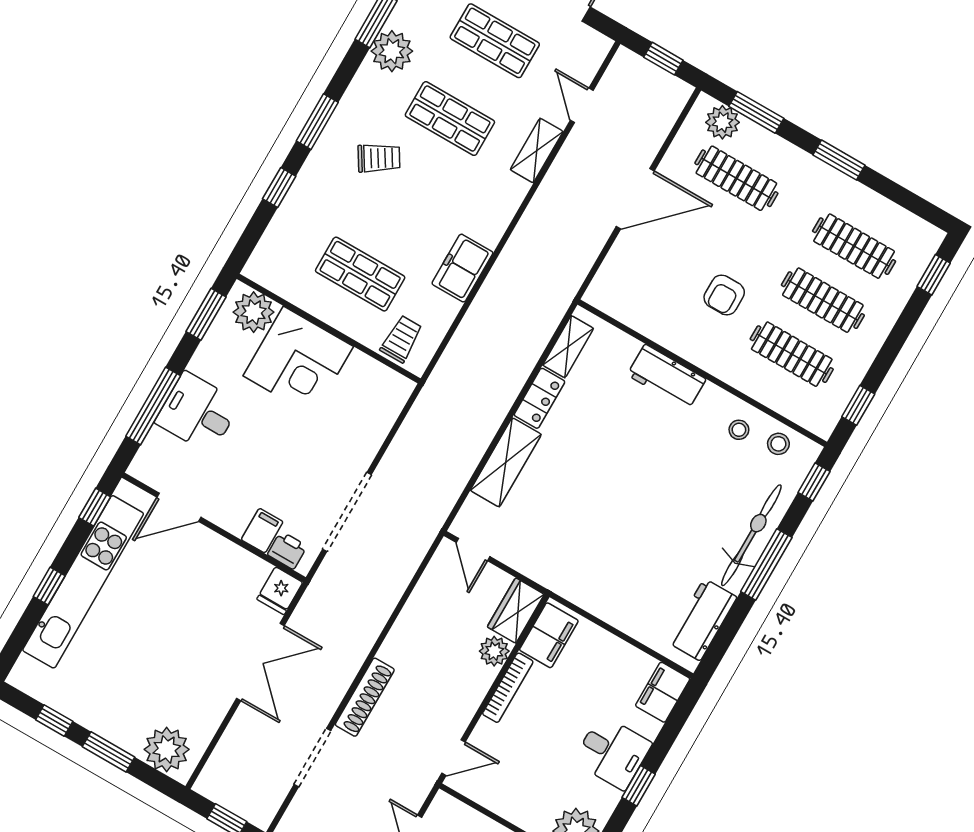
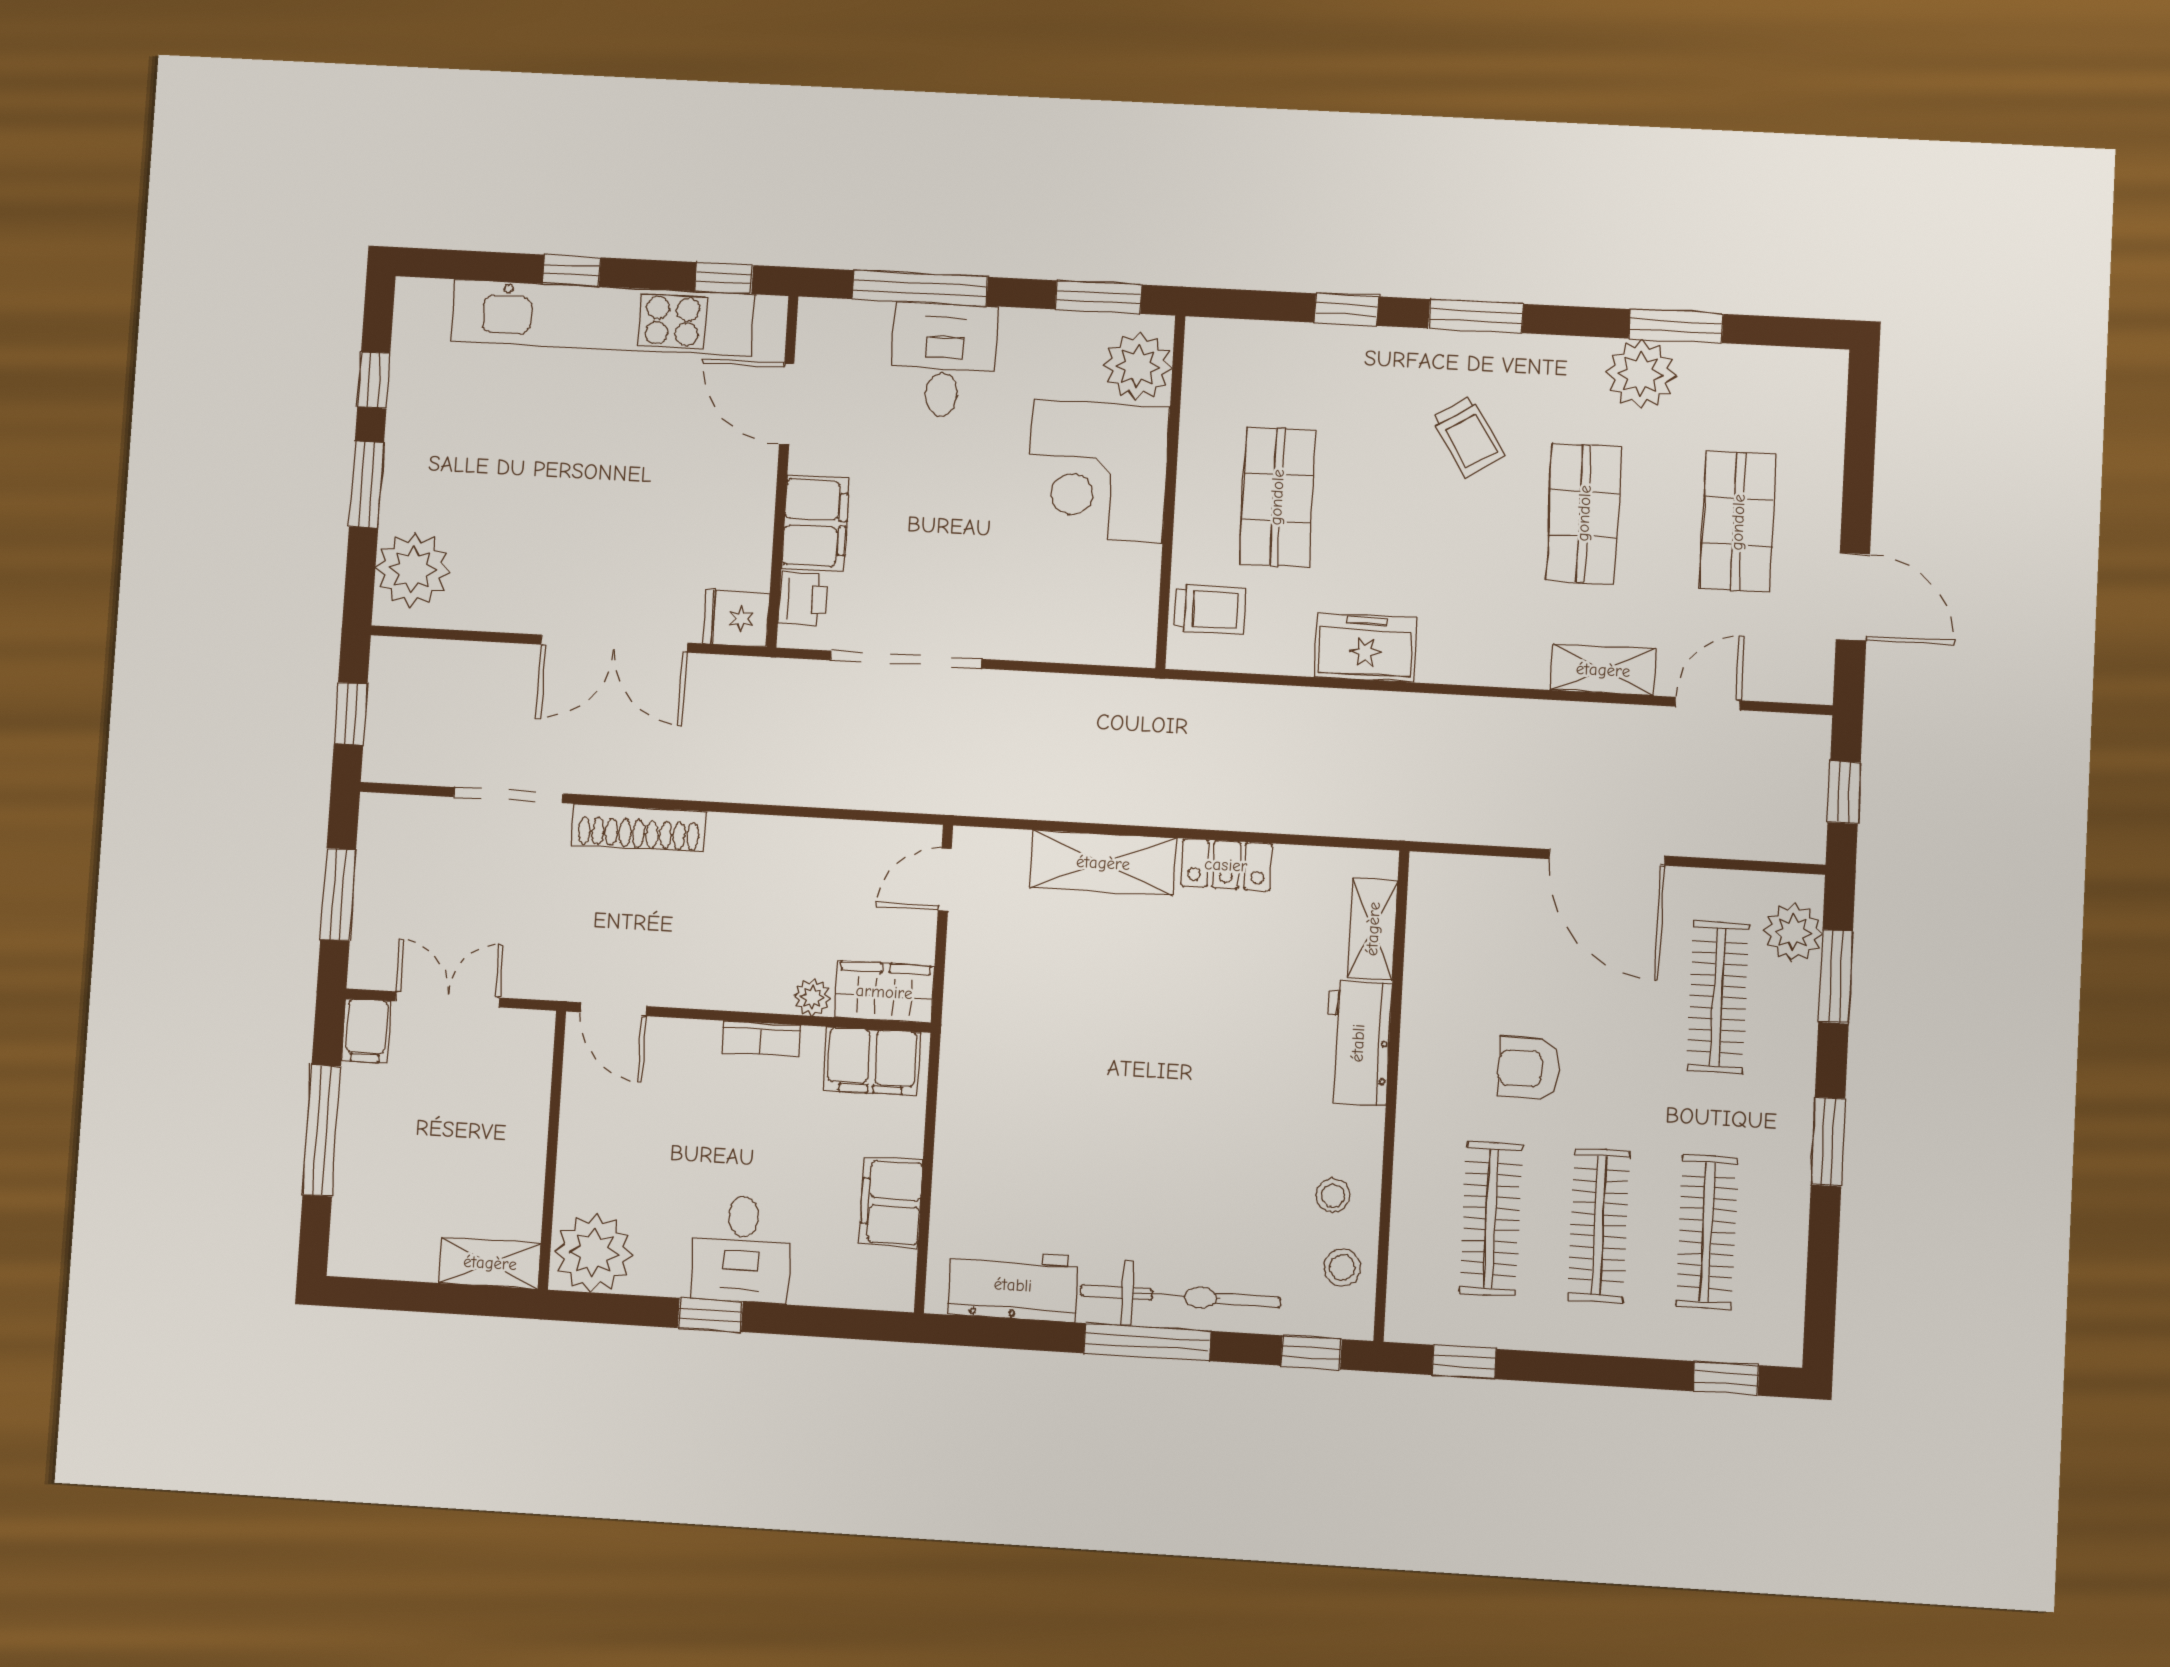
shelving: (568, 347) -> (1373, 929), moved, turned 90
filing cabinet: (262, 531) -> (815, 523), width x2.00
plant: (494, 651) -> (813, 997), width x0.73, depth x0.73
bookcase: (508, 688) -> (761, 1039), width x0.64
filing cabinet: (663, 692) -> (891, 1202), moved, turned -90

